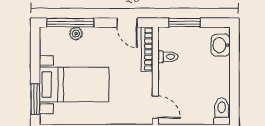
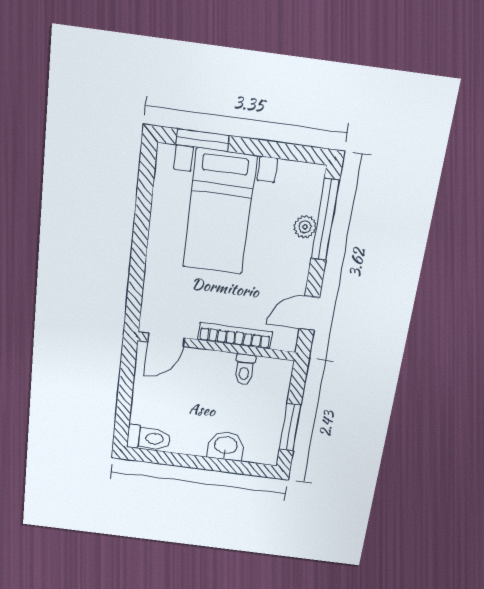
window: (185, 23) -> (290, 427), moved
washbasin: (221, 45) -> (226, 446), moved
bookcase: (147, 49) -> (235, 336), moved

